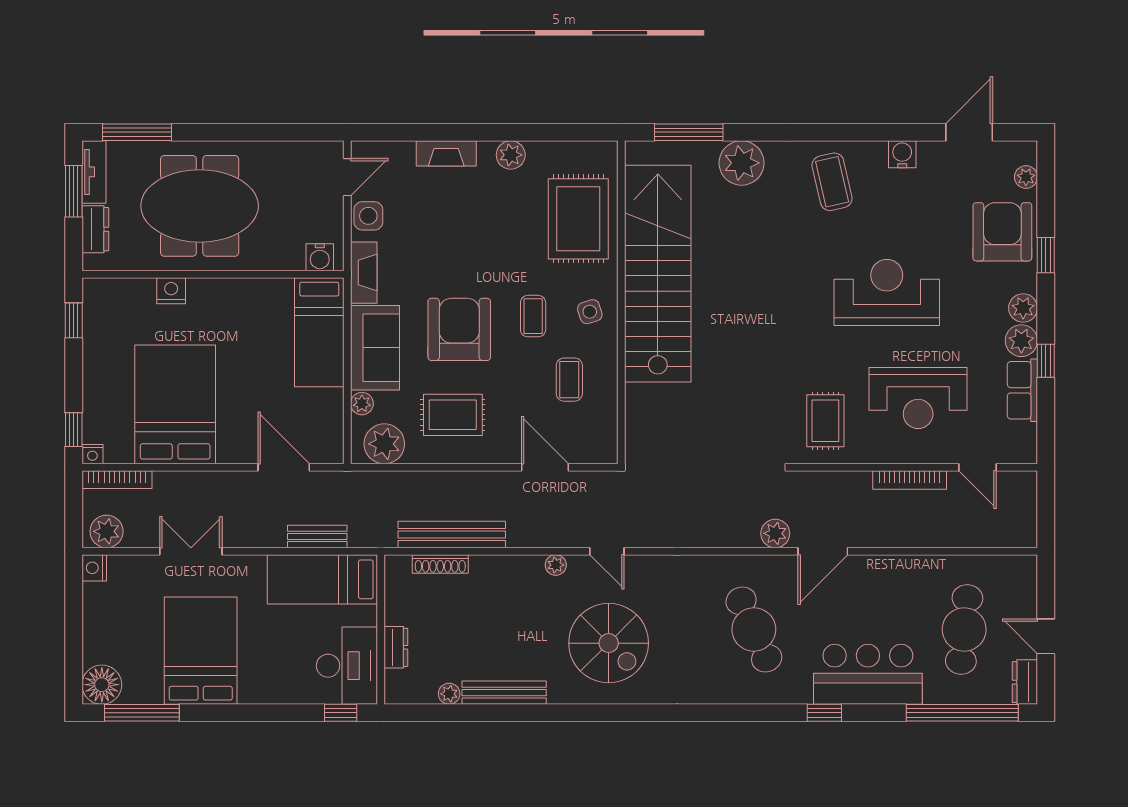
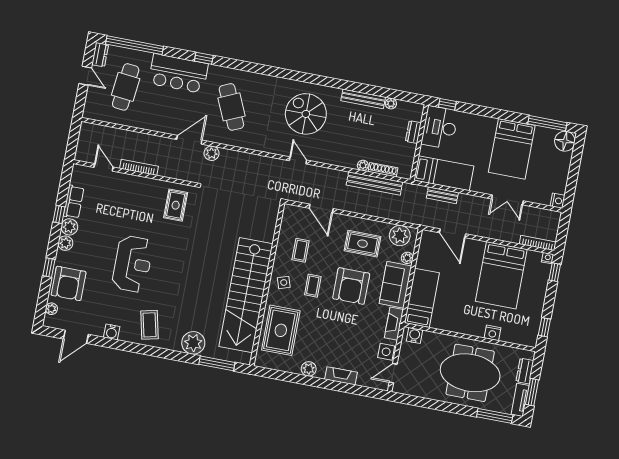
reception desk: (887, 292) -> (133, 264), turned -90
reception desk: (918, 398) -> (127, 208), removed
plant: (107, 531) -> (548, 218), removed
plant: (556, 565) -> (363, 165), moved

